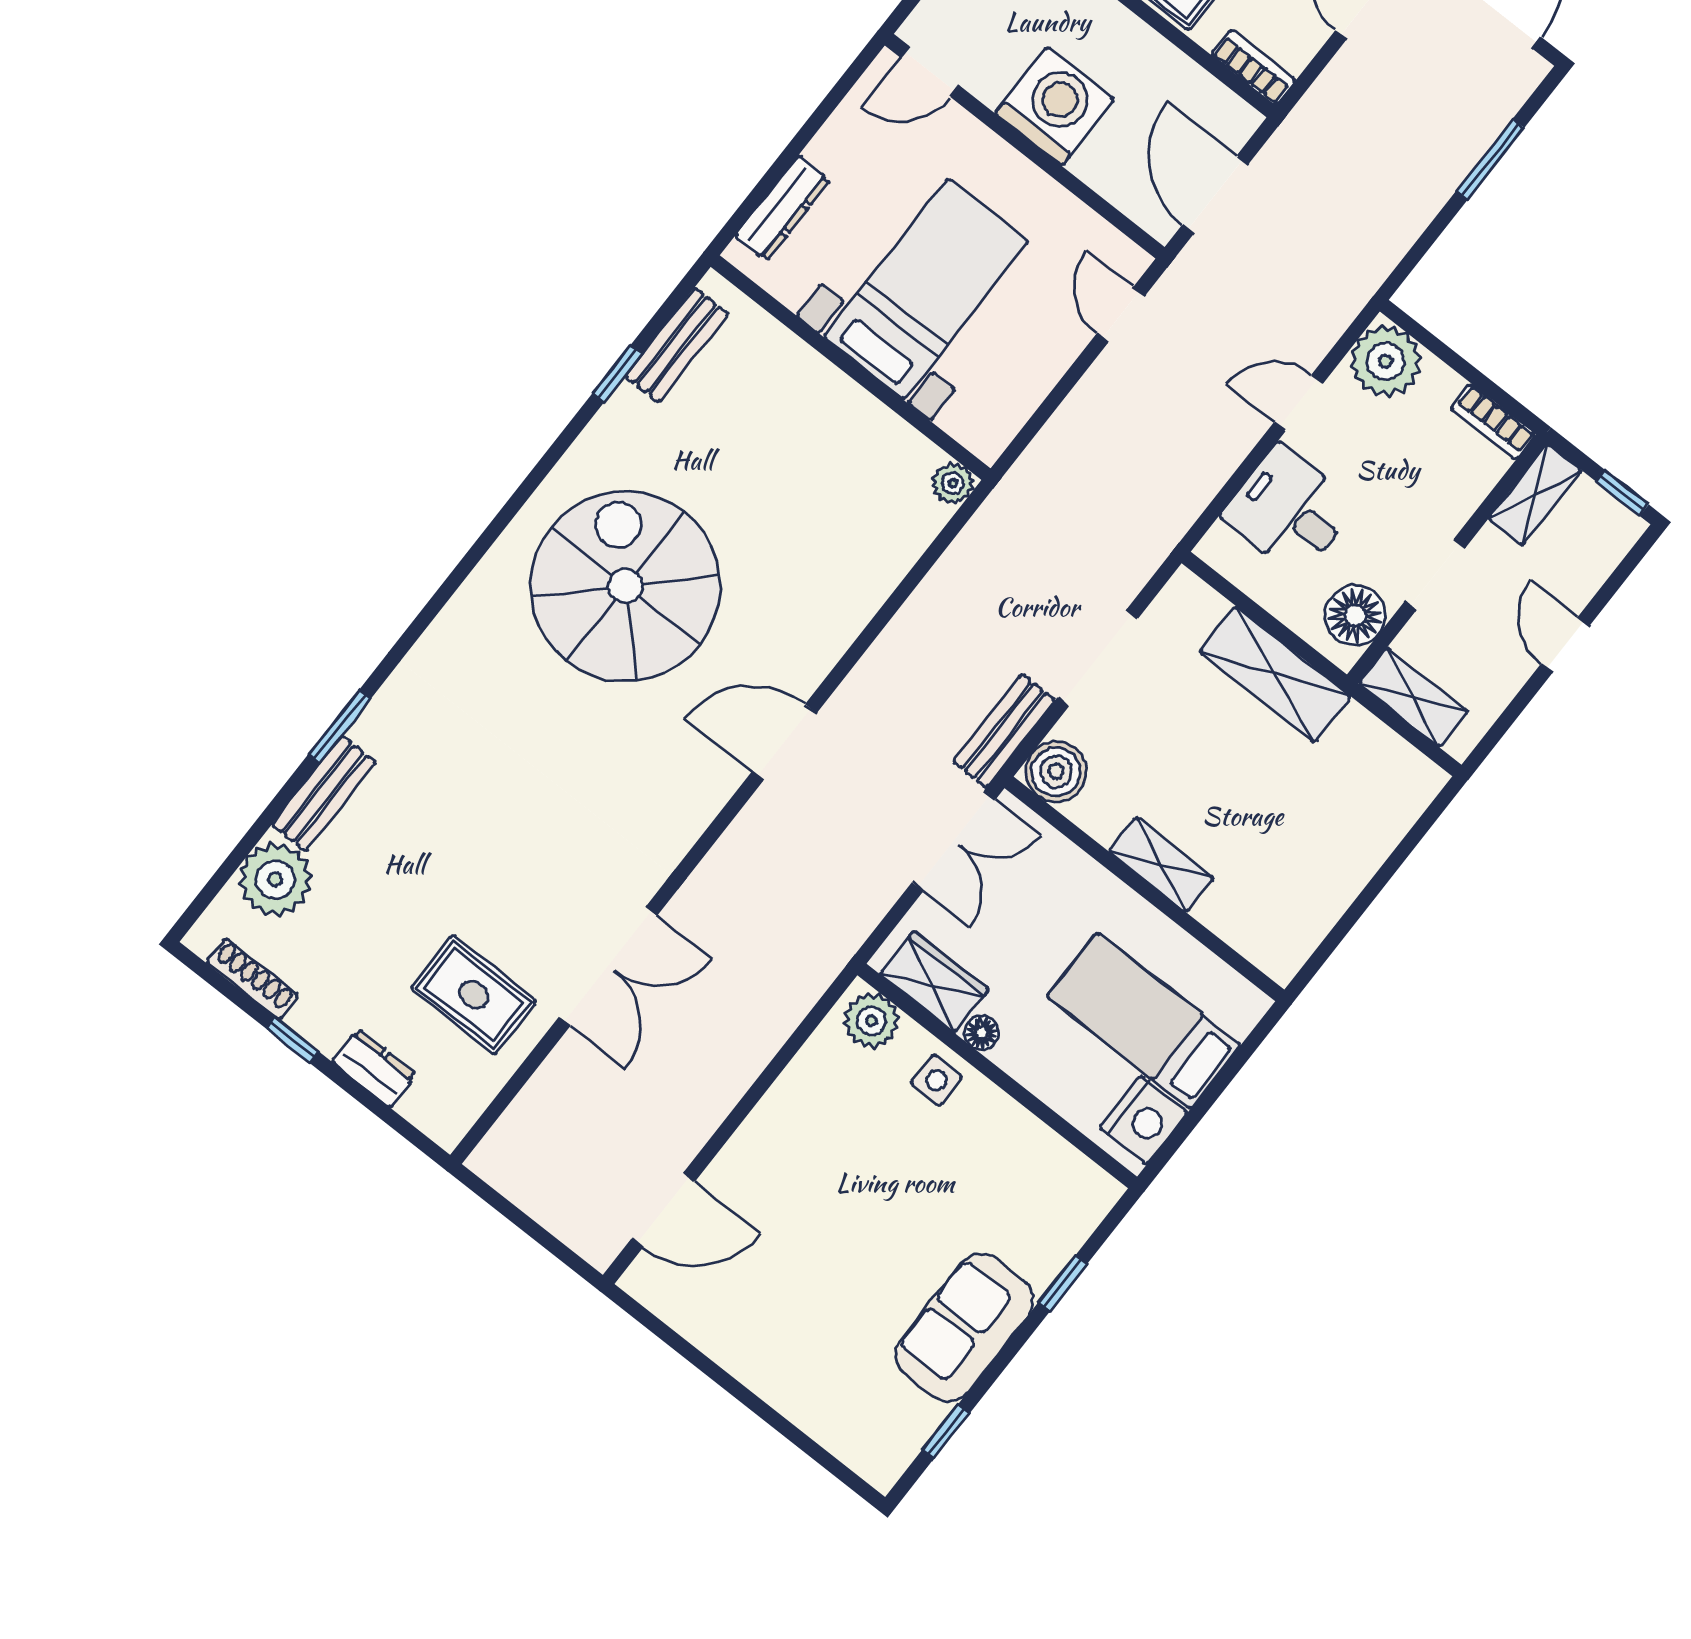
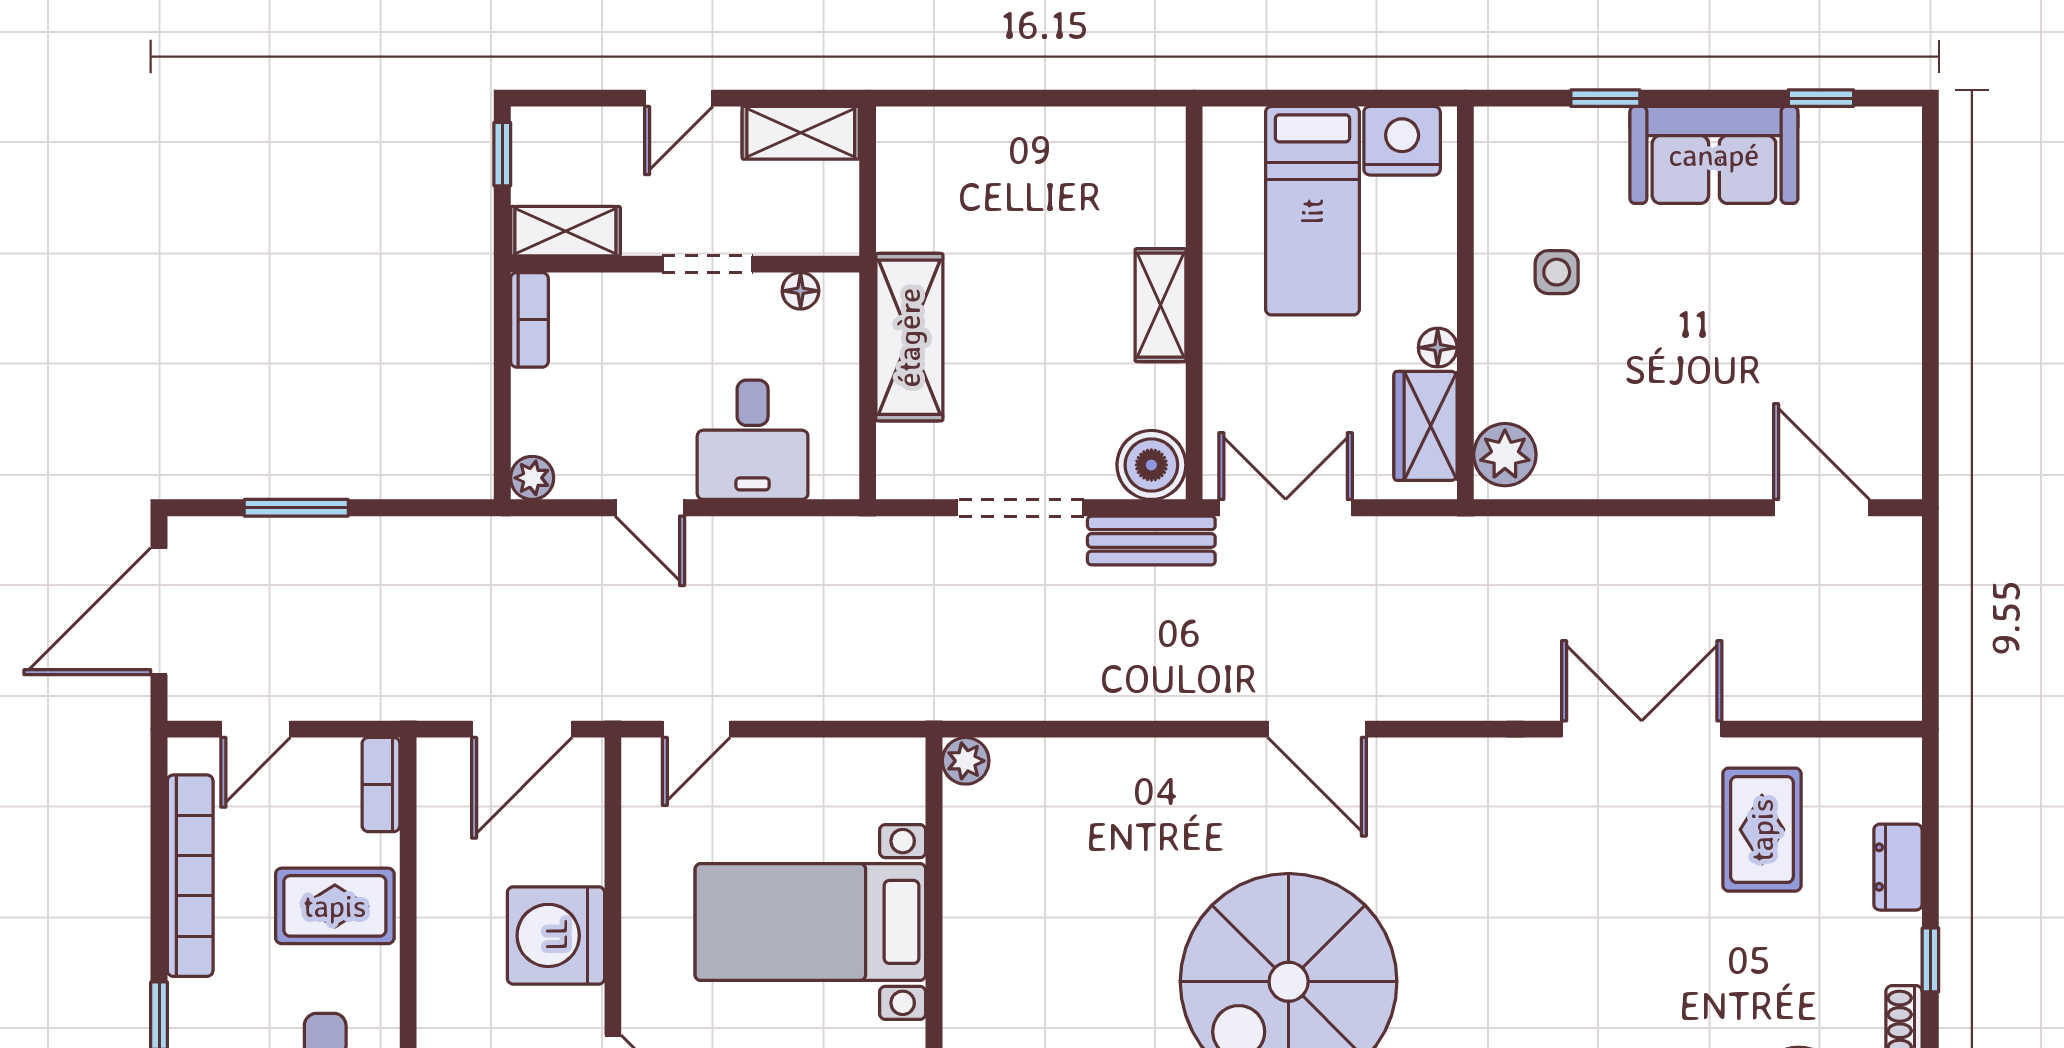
plant: (1386, 361) -> (532, 478), width x0.53, depth x0.53
floor lamp: (1355, 616) -> (801, 291), width x0.53, depth x0.53
shelving: (1413, 697) -> (801, 133), moved, turned 90
side table: (937, 1080) -> (1557, 272), moved

